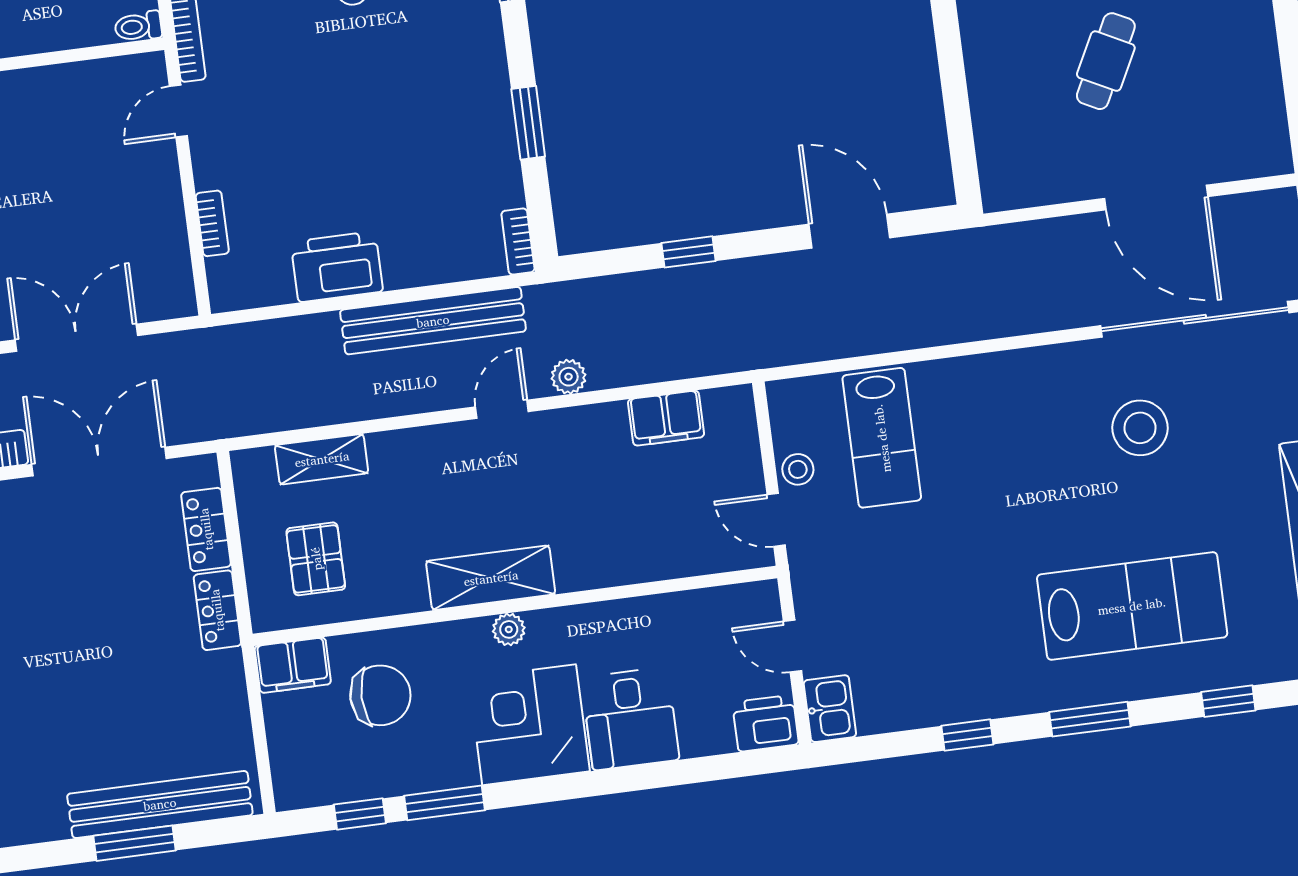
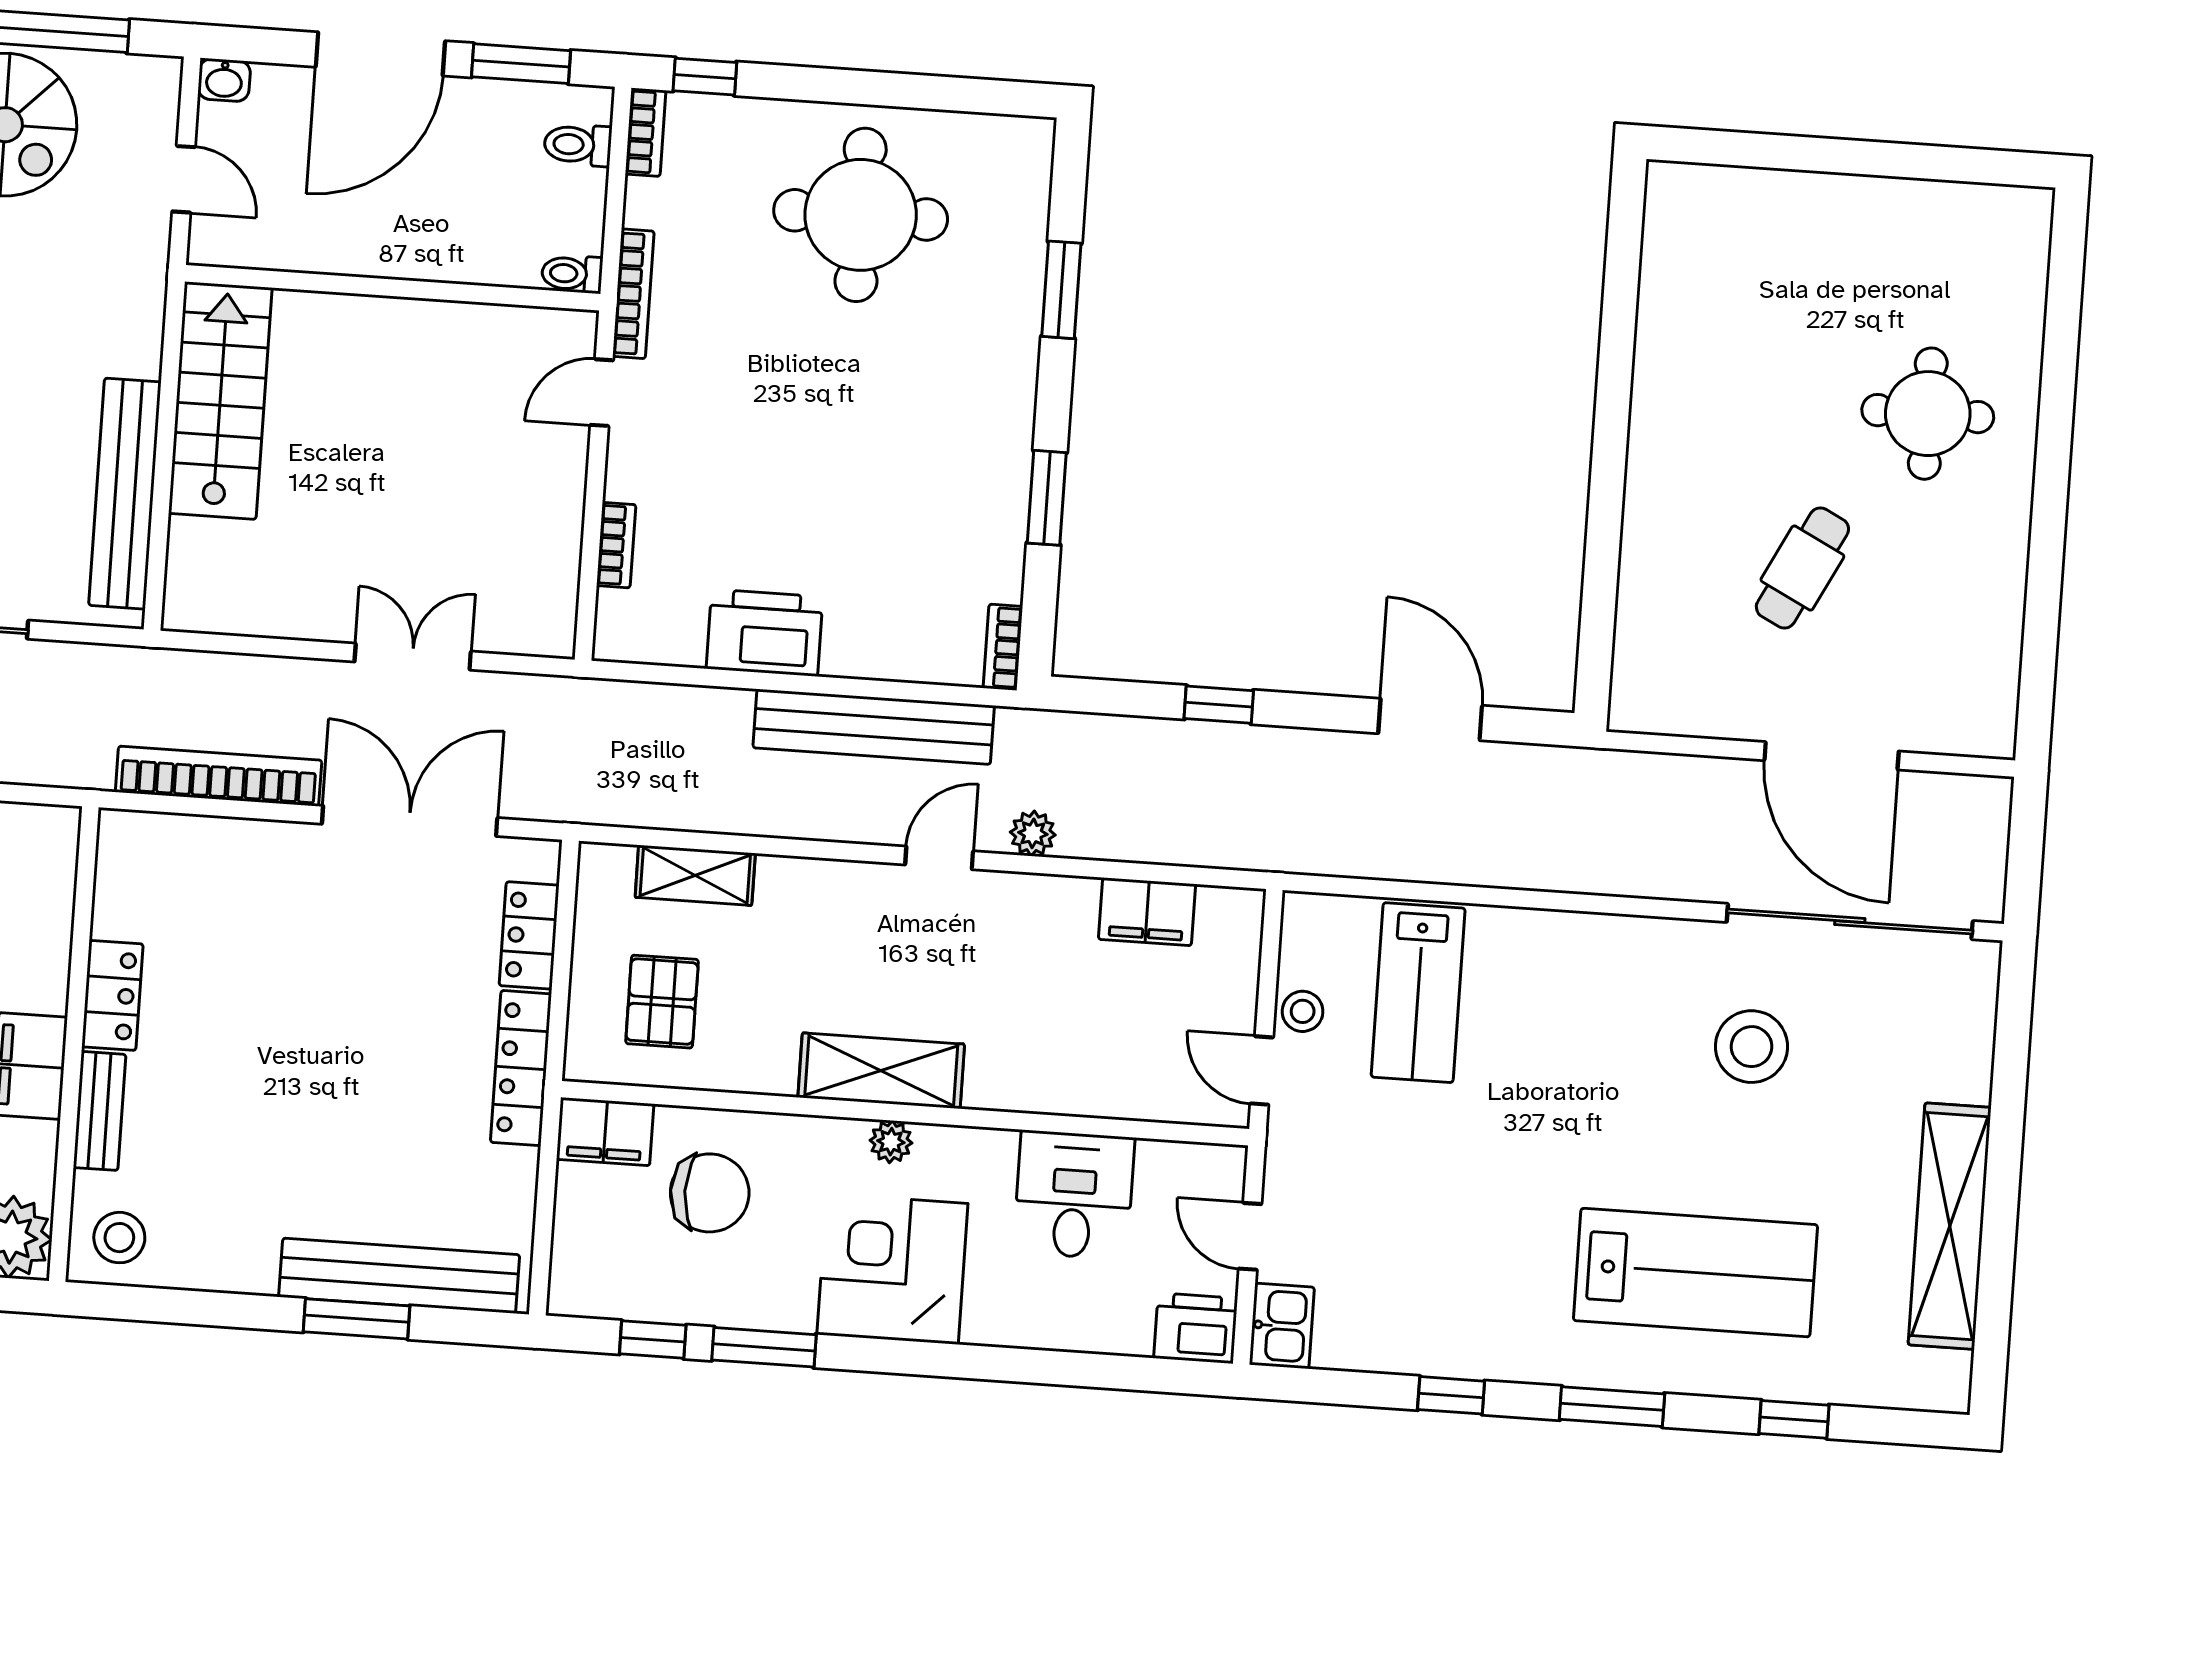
double door: (76, 338) -> (413, 657), width x0.73
locker: (217, 610) -> (521, 1068), width x1.53
desk: (630, 719) -> (1074, 1195), moved, turned 180

